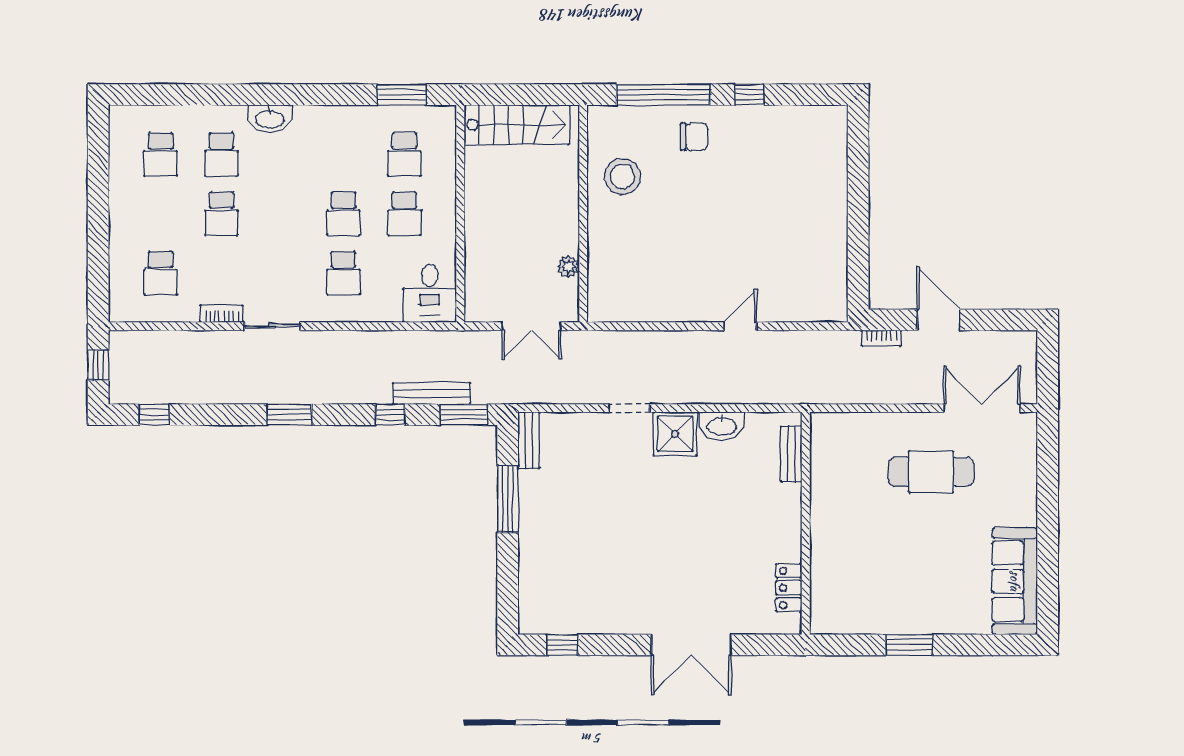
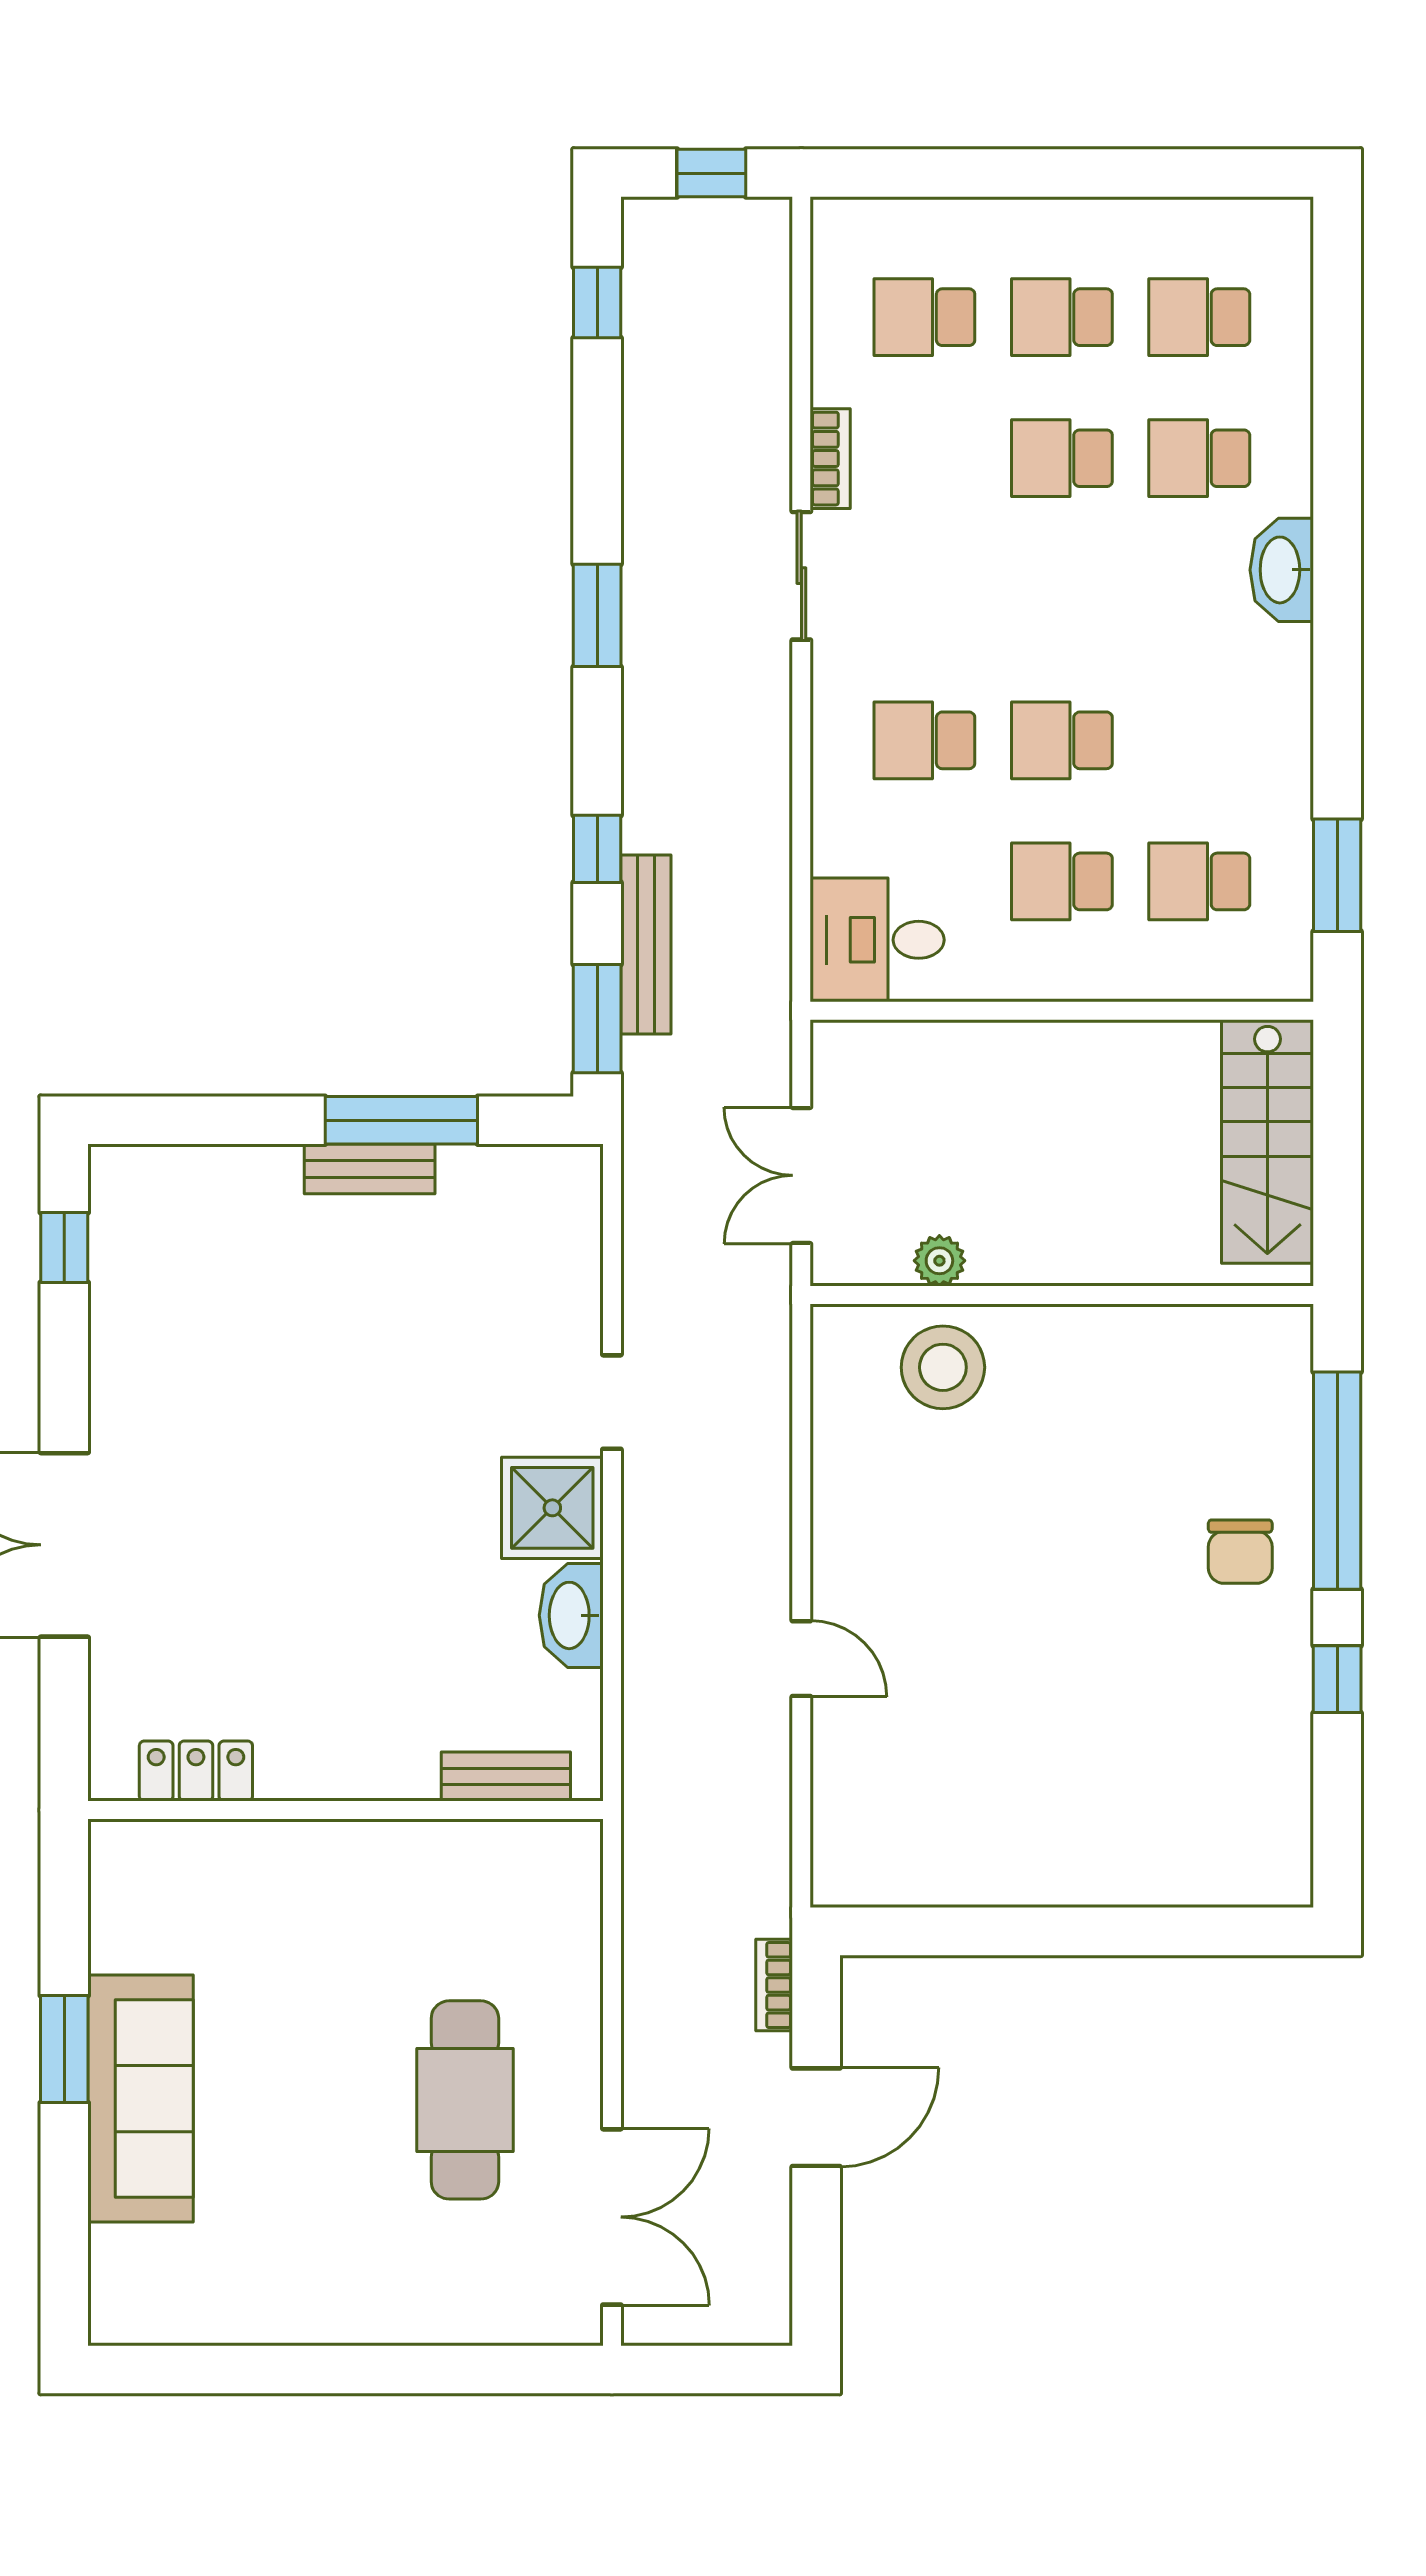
stool: (623, 176) -> (943, 1367), moved
school desk: (161, 214) -> (1062, 317), added
bench: (529, 440) -> (370, 1169), moved
sofa: (1015, 581) -> (140, 2099), moved, turned 90

